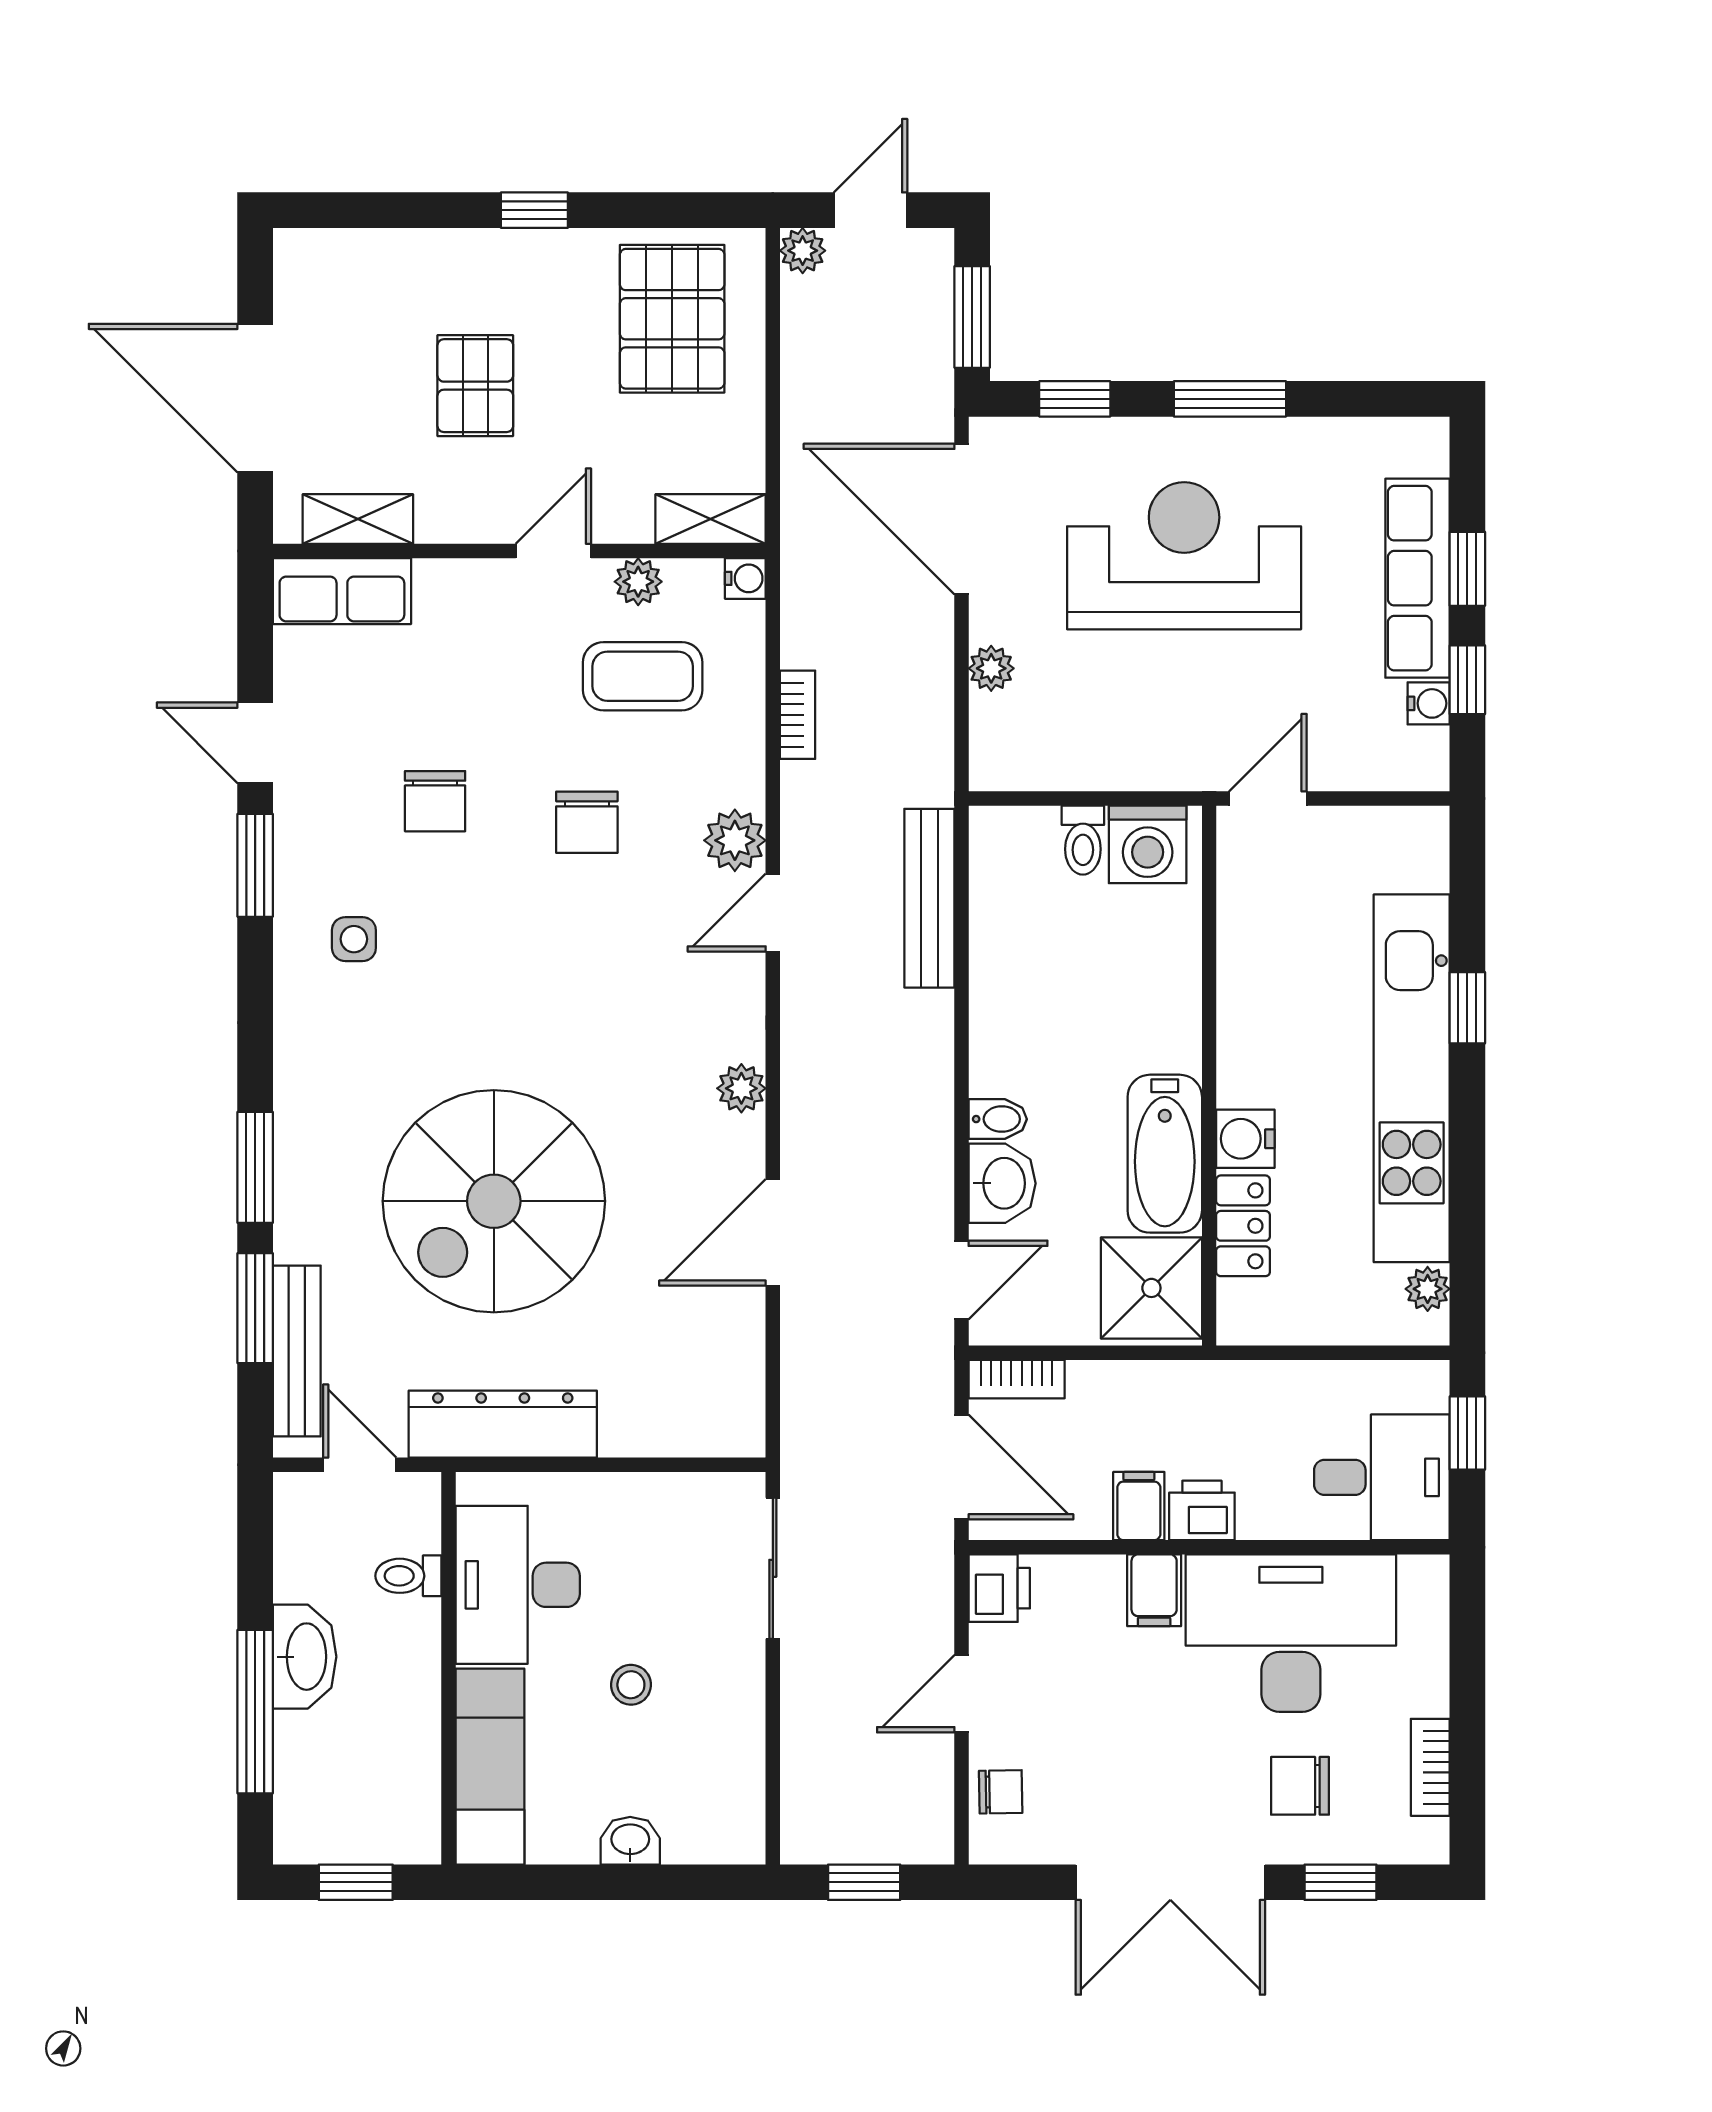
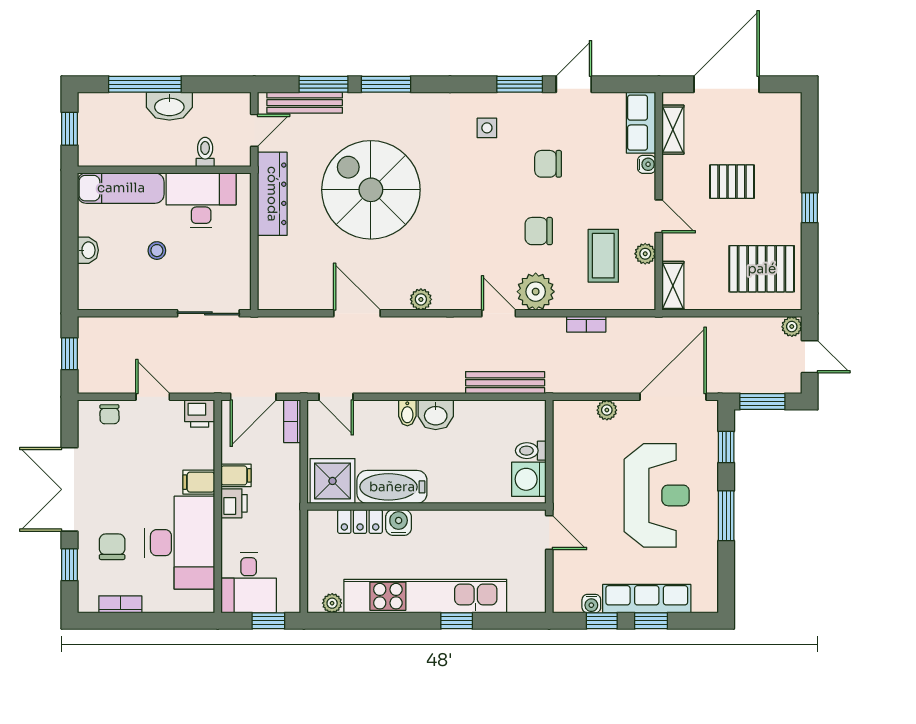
water cooler: (745, 578) -> (647, 164), moved, turned -90
plant: (735, 840) -> (536, 292), width x1.36, depth x1.36
washbasin: (1002, 1183) -> (436, 415), moved

